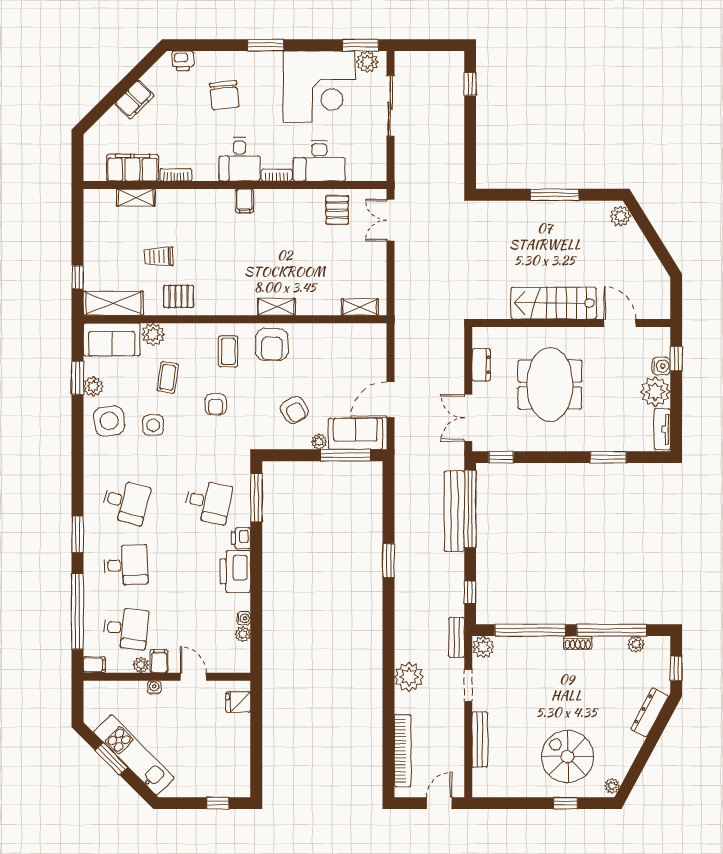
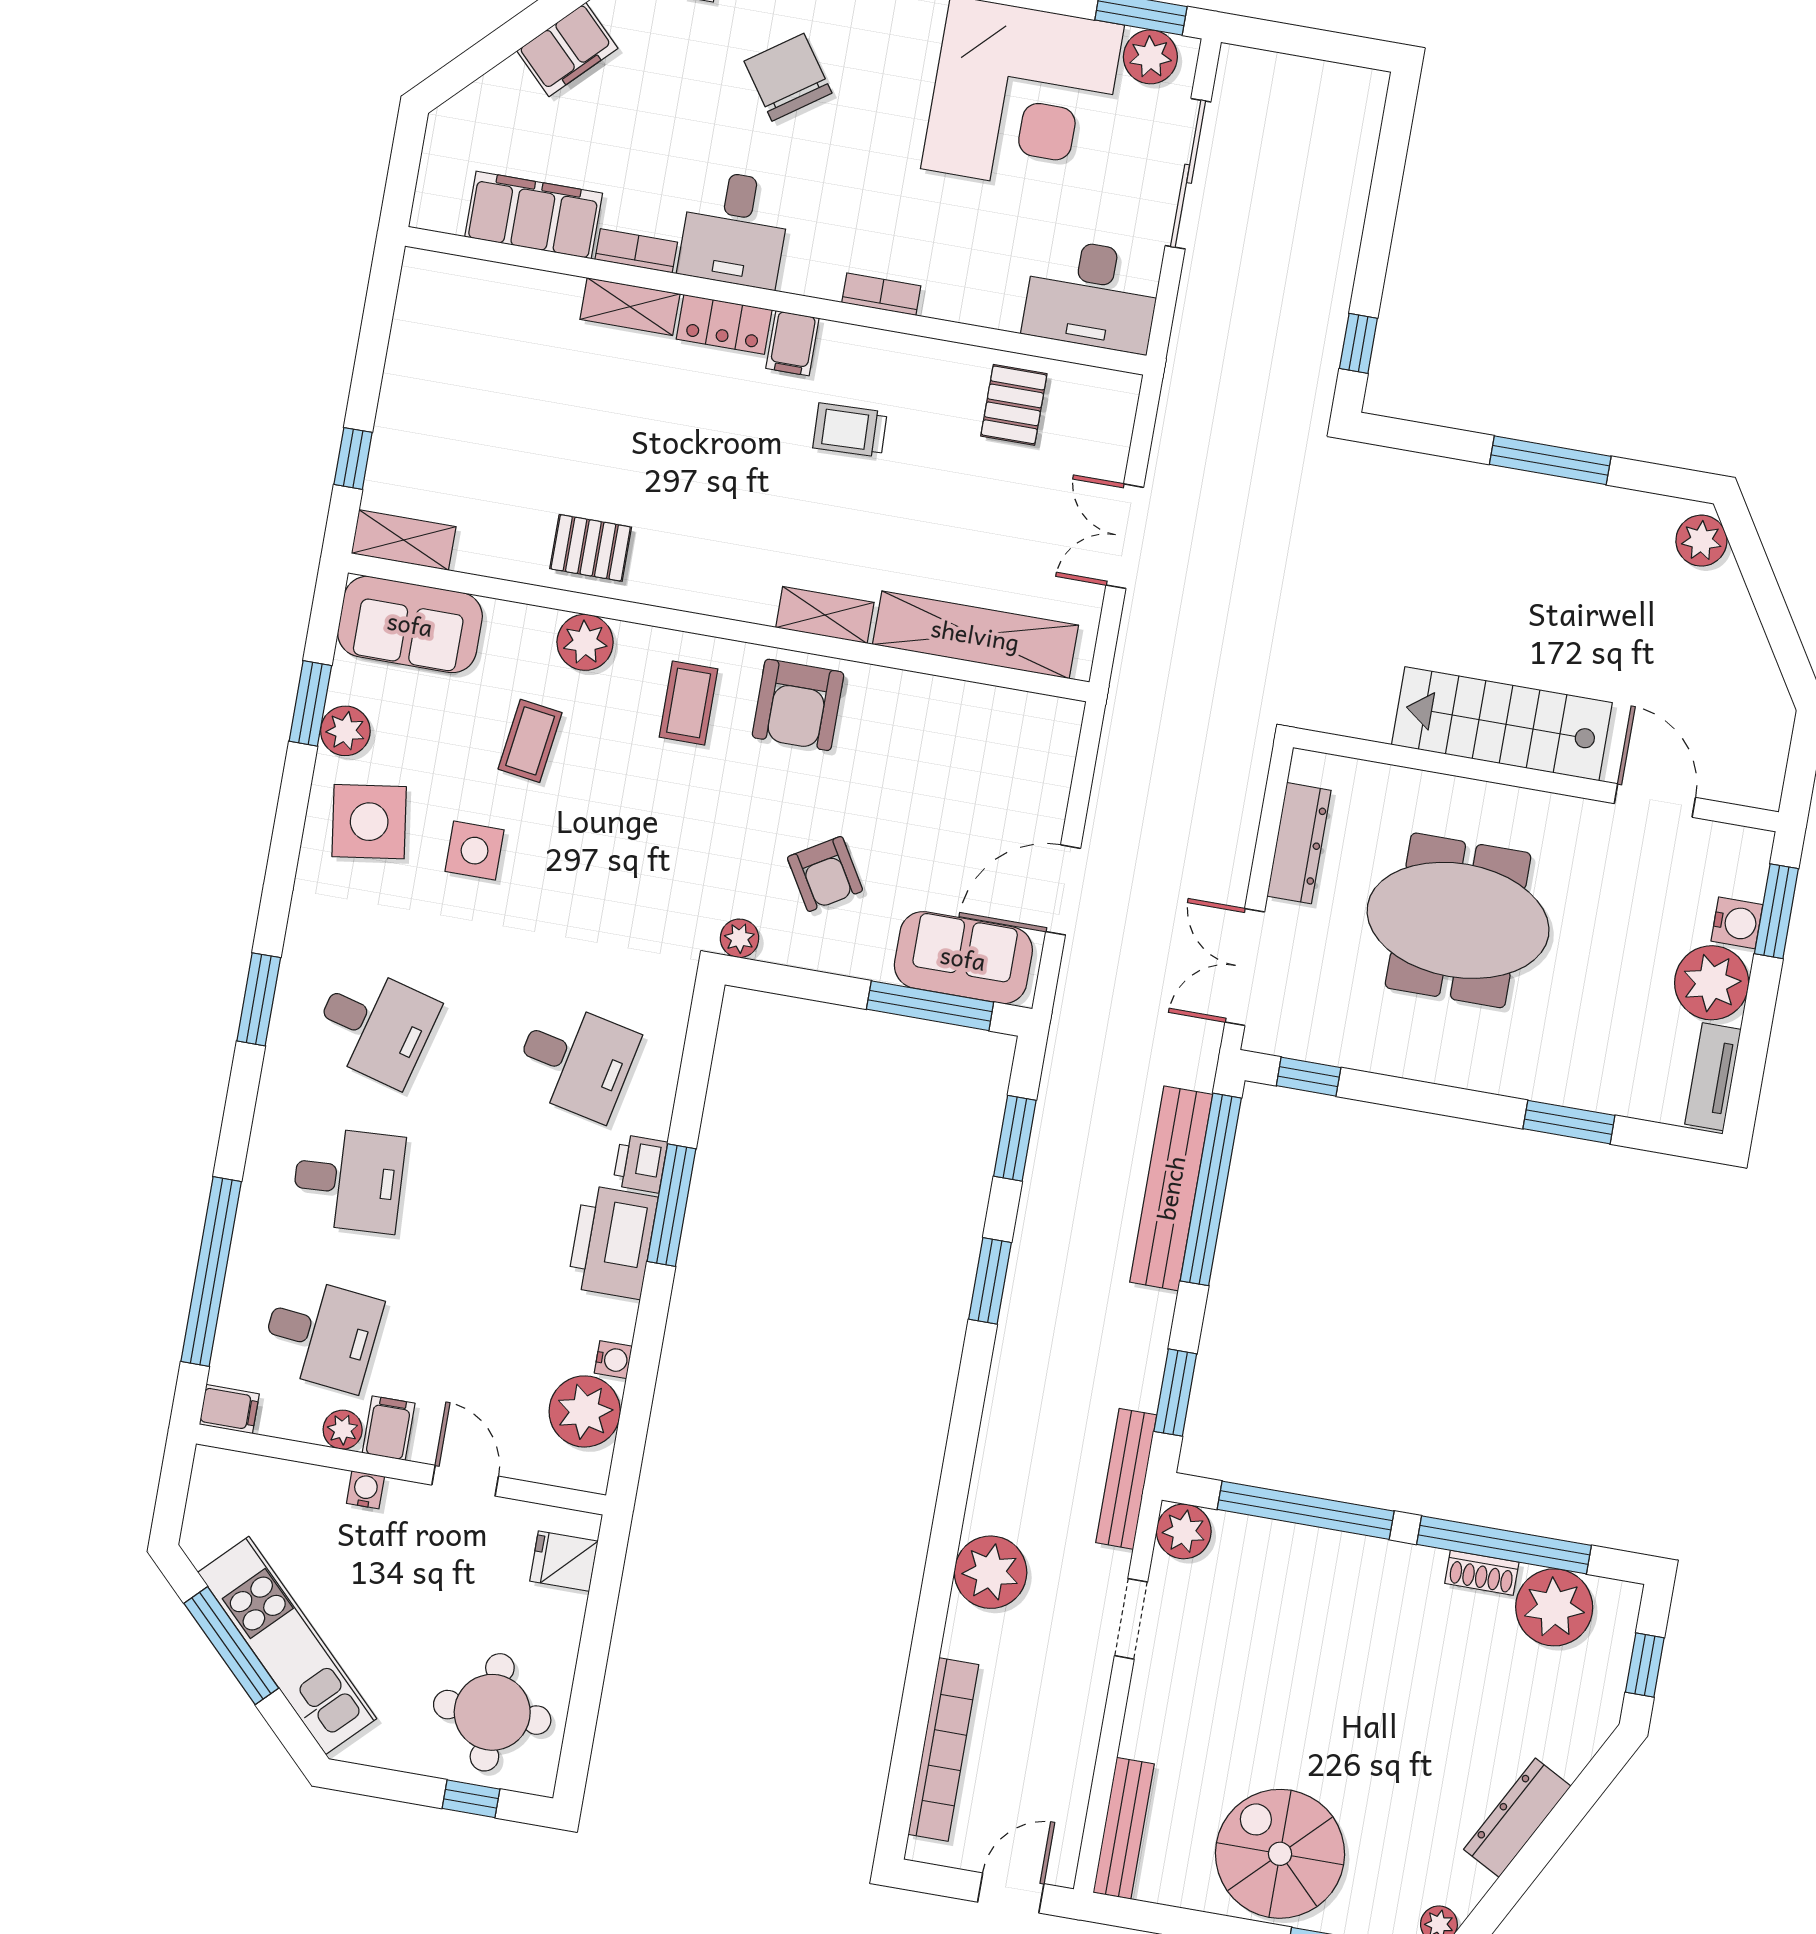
window: (470, 84) -> (1358, 343), moved
chair: (224, 95) -> (788, 77), turned 151
desk: (240, 159) -> (735, 229), moved
desk: (319, 161) -> (1092, 295), moved
shelving: (136, 198) -> (630, 307), moved
locker: (216, 198) -> (724, 324), added
double door: (390, 220) -> (1125, 536), moved
trolley: (159, 256) -> (850, 430), moved
shelving: (113, 303) -> (404, 540), width x0.67, depth x0.75
shelving: (360, 307) -> (975, 635), width x2.20, depth x1.33
plant: (153, 334) -> (585, 642), moved
window: (676, 359) -> (1776, 911), width x1.50
dresser: (481, 365) -> (1299, 843), width x1.44
meeting table: (550, 385) -> (1458, 920), turned 90
armchair: (216, 404) -> (635, 827), removed
plant: (319, 442) -> (740, 938), moved
window: (256, 498) -> (672, 1205), moved
window: (388, 502) -> (1015, 1138), added
window: (78, 534) -> (259, 999), moved
window: (470, 592) -> (1175, 1393), width x1.50
plant: (243, 634) -> (585, 1411), width x1.87, depth x1.87
bench: (457, 637) -> (1126, 1479), width x1.36
shoe rack: (578, 643) -> (1482, 1573), moved
plant: (636, 644) -> (1554, 1607), width x1.87, depth x1.87
dresser: (650, 712) -> (1517, 1818), moved
bench: (480, 739) -> (1124, 1828), moved
spiral stairs: (567, 757) -> (1280, 1854), moved
window: (112, 759) -> (231, 1646), width x1.44
round table: (220, 767) -> (492, 1712), added

